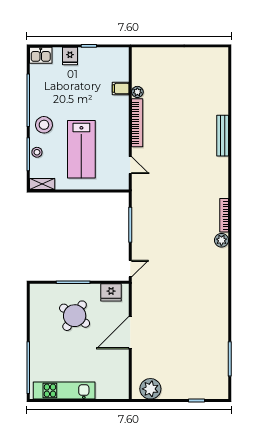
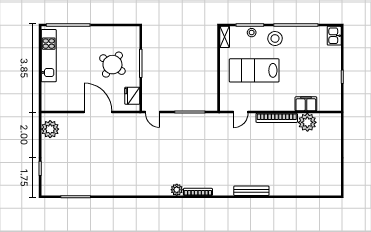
fridge: (70, 56) -> (334, 61), removed
filing cabinet: (121, 89) -> (306, 104), width x2.00
plant: (137, 92) -> (307, 122), width x1.88, depth x1.88
bench: (223, 136) -> (251, 191), moved

